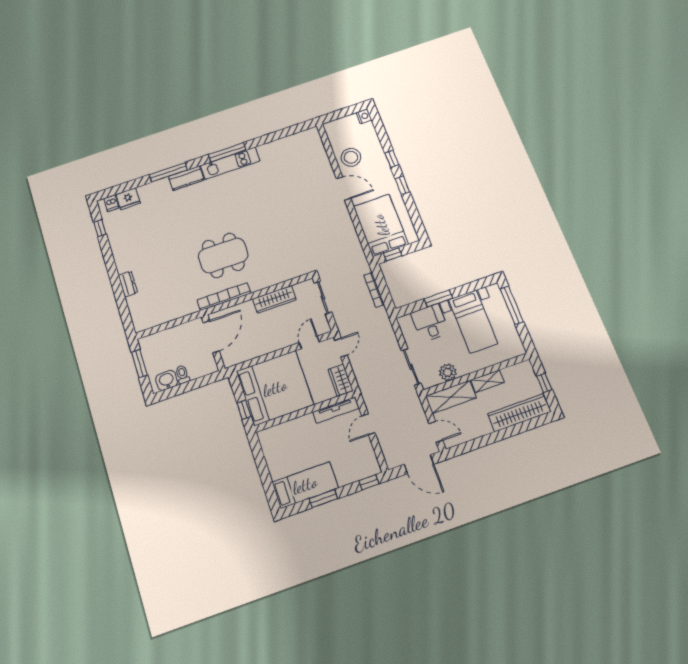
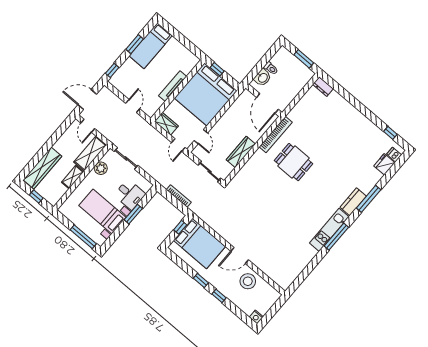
dining table: (223, 255) -> (294, 162), width x0.73
dresser: (128, 284) -> (323, 86), moved
washbasin: (167, 380) -> (263, 78), moved
tv unit: (336, 410) -> (173, 86), moved
door: (436, 432) -> (88, 126), hinge flipped

